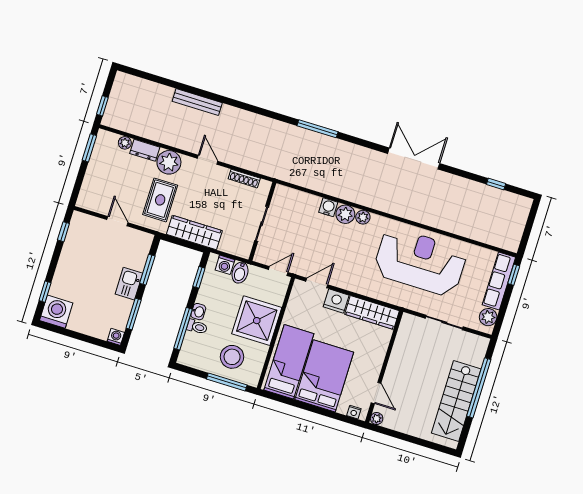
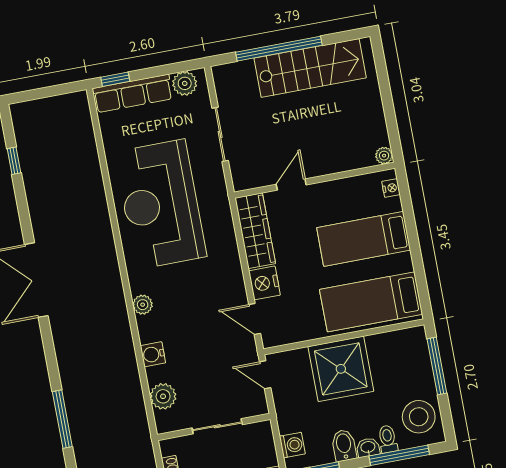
plant: (345, 214) -> (163, 396), moved
bidet: (240, 273) -> (344, 445), moved, turned -90
stool: (232, 357) -> (419, 417), moved
bed: (324, 376) -> (364, 239), width x0.67
door: (376, 393) -> (291, 185), moved

